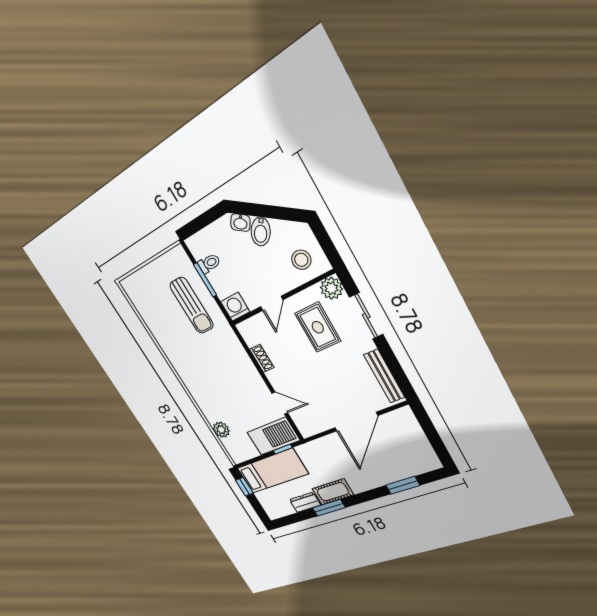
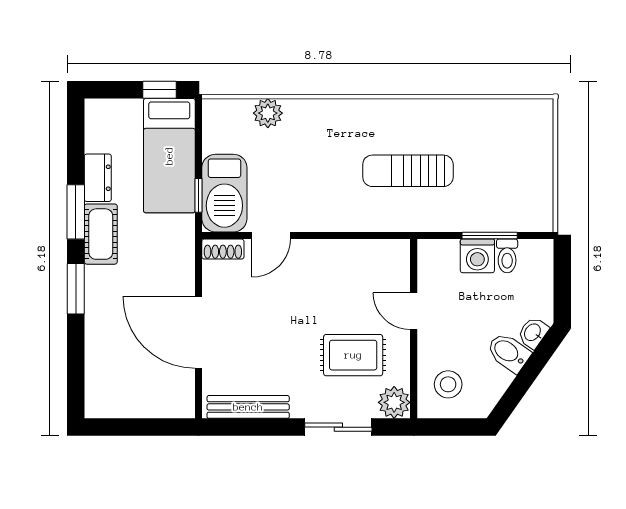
sun lounger: (192, 305) -> (408, 171), moved
washing machine: (235, 307) -> (477, 256), moved, turned 90
shoe rack: (262, 358) -> (223, 249), moved
window: (403, 485) -> (76, 289), moved

